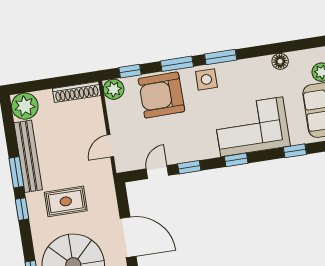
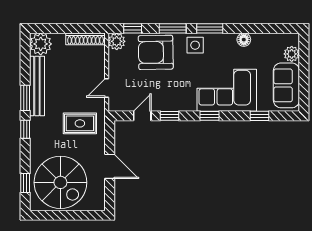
floor lamp: (280, 61) -> (244, 40), moved
rug: (66, 201) -> (80, 123), moved
door: (128, 237) -> (110, 166), width x0.73

